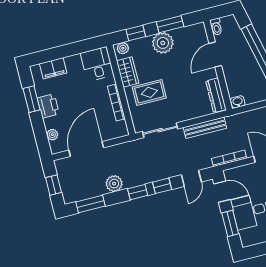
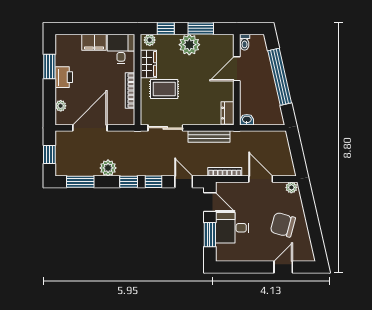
filing cabinet: (53, 68) -> (94, 42), moved
dresser: (216, 95) -> (228, 113), width x0.70
door: (191, 178) -> (184, 182), swing flipped

